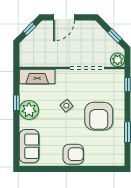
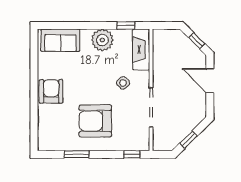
plant: (118, 60) -> (161, 143), removed
window: (16, 103) -> (126, 25), moved
side table: (66, 106) -> (123, 83), moved
armchair: (73, 154) -> (51, 91), turned 180

